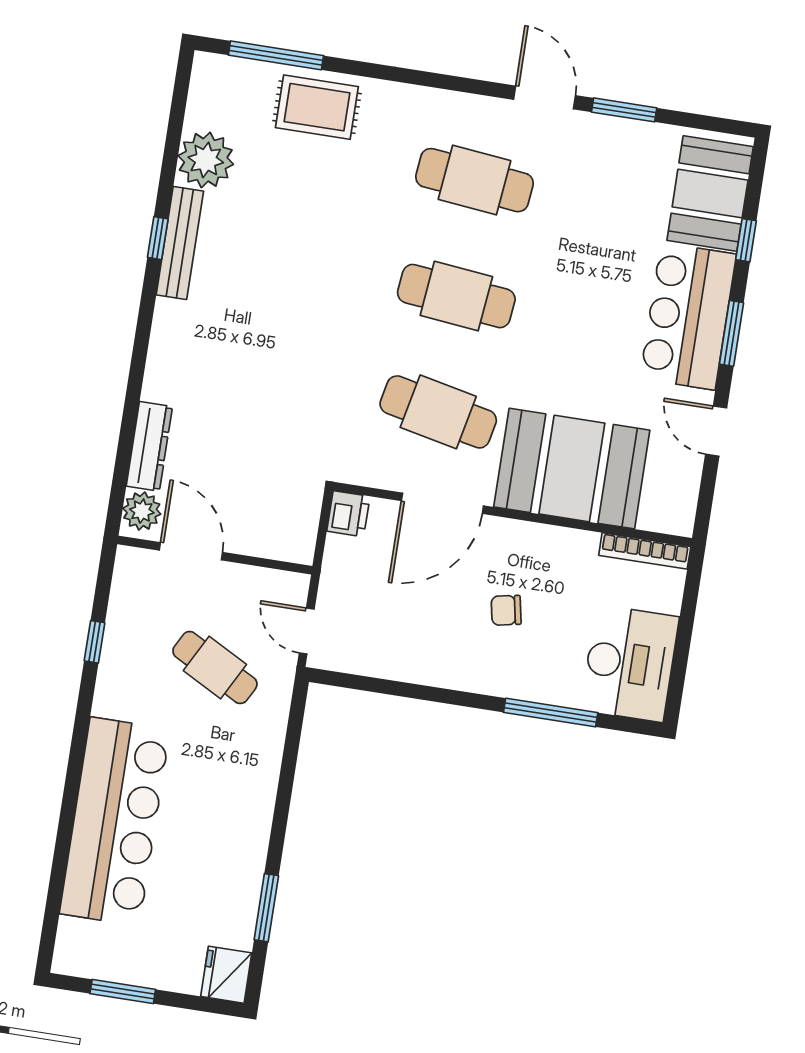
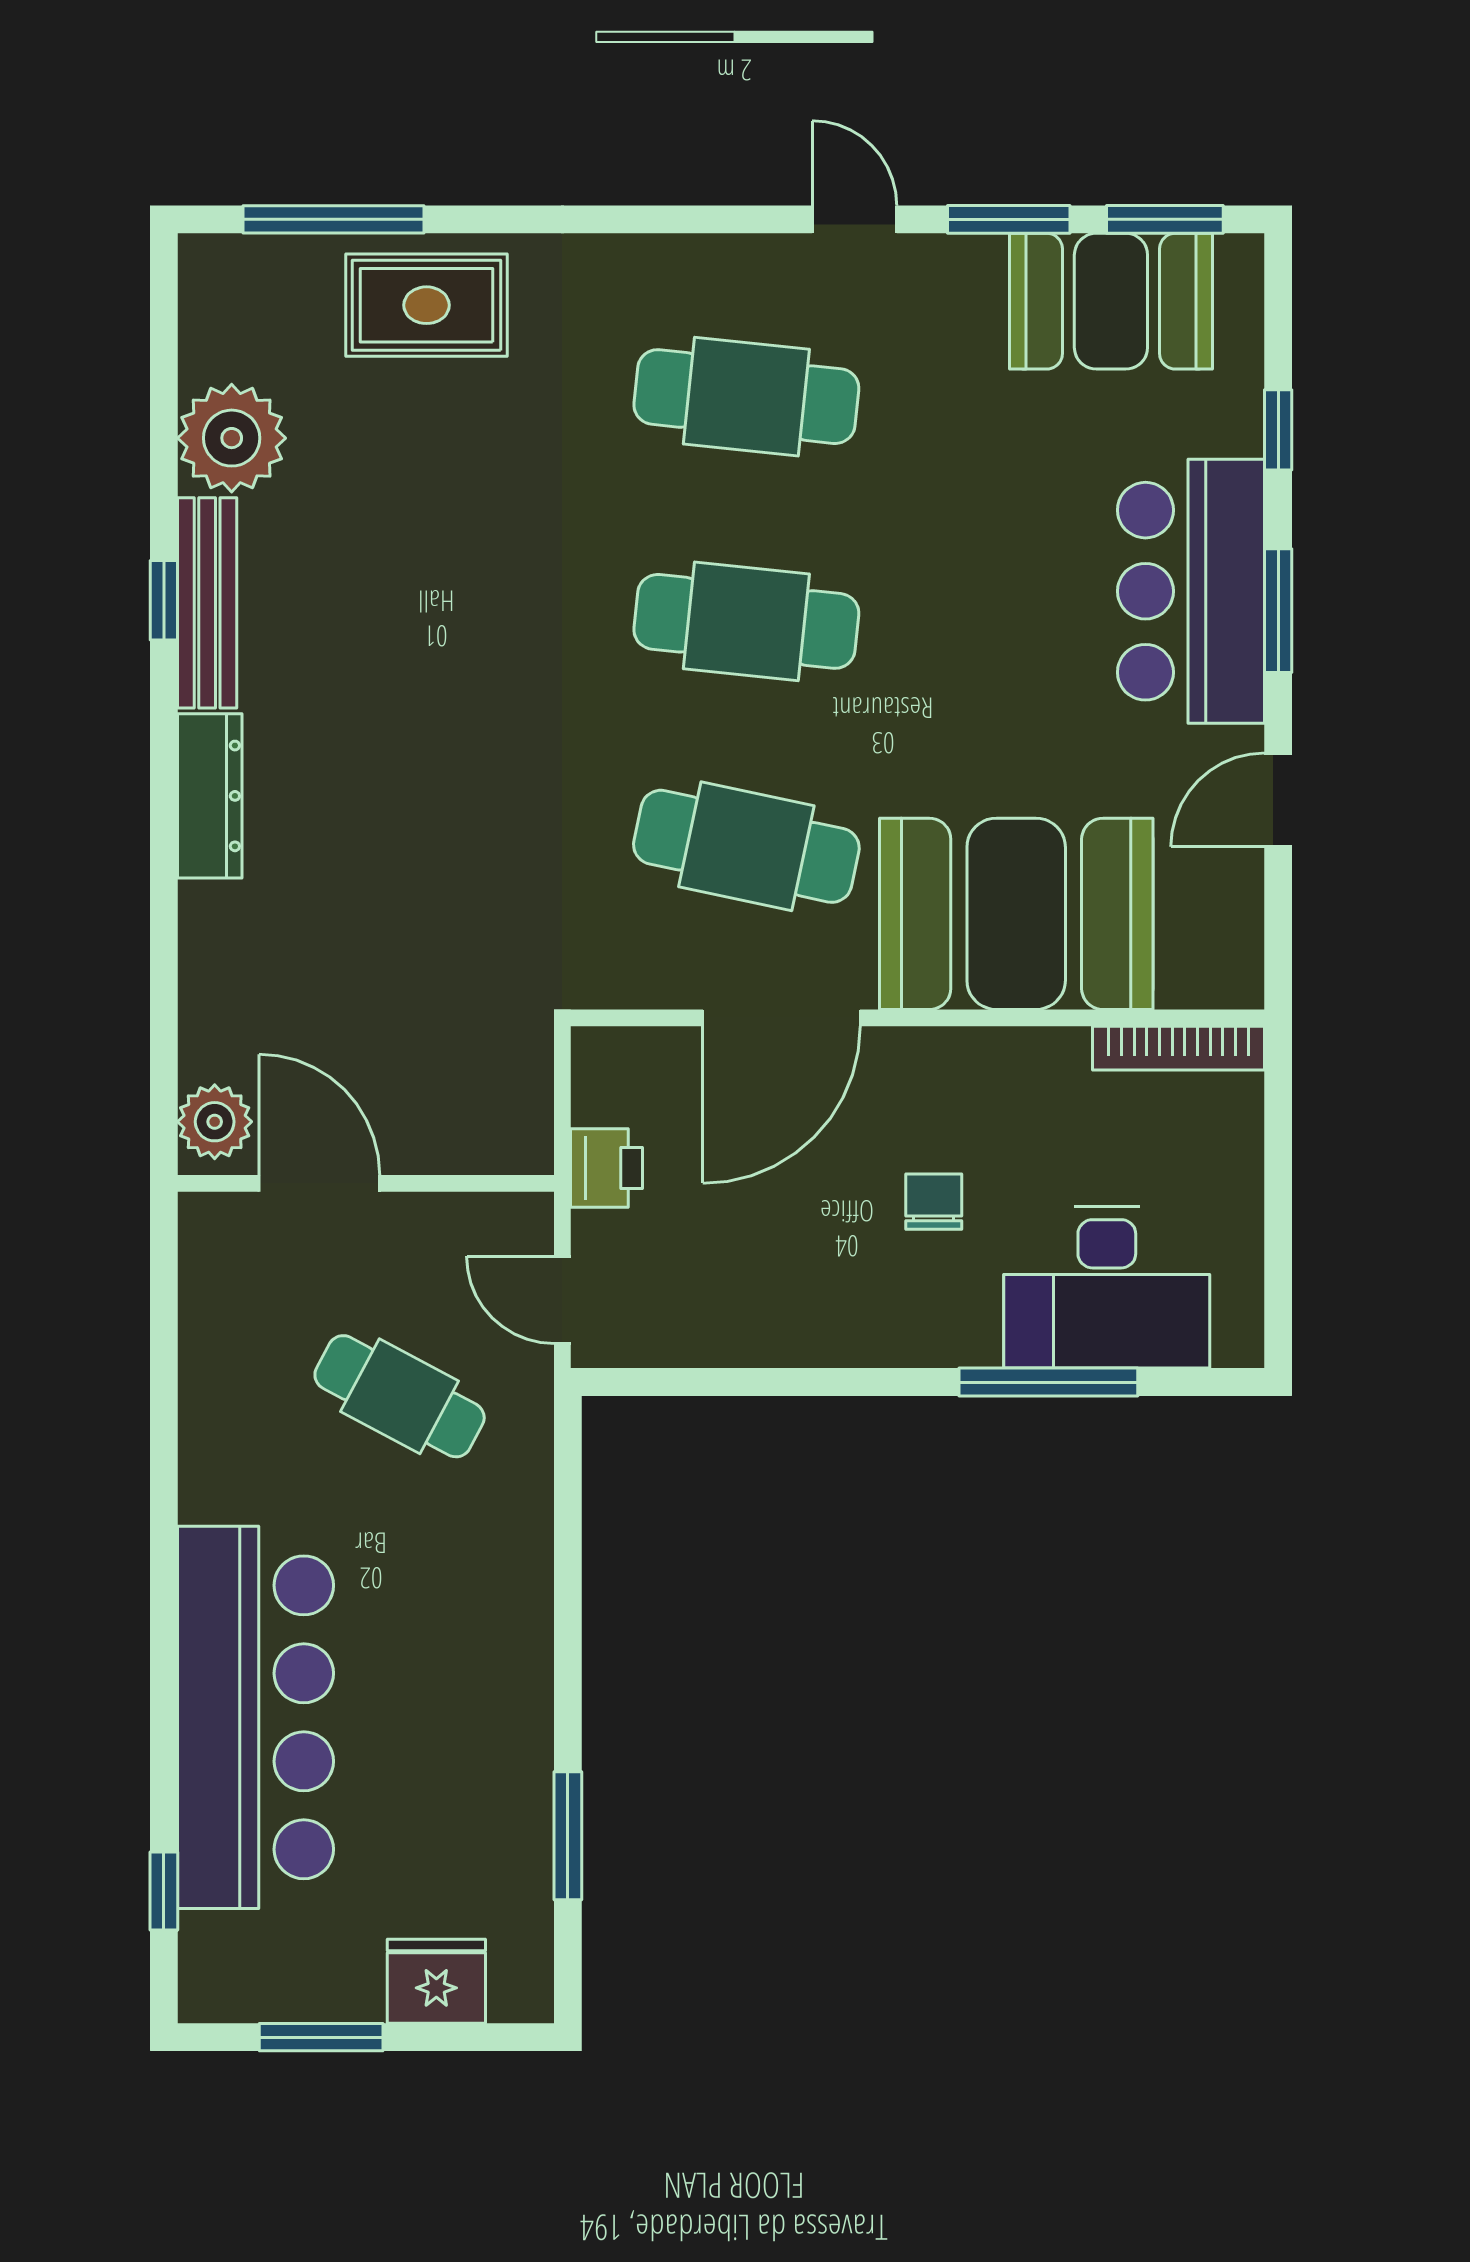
door: (545, 97) -> (854, 219), width x0.73
window: (705, 123) -> (1165, 219), added
booth: (710, 193) -> (1111, 301), moved, turned 90
door: (716, 431) -> (1278, 800), hinge flipped
dresser: (149, 446) -> (210, 796), moved
printer: (348, 514) -> (607, 1168), moved
chair: (506, 610) -> (934, 1202), turned 101
window: (94, 642) -> (164, 1891), moved
desk: (630, 663) -> (1107, 1287), moved, turned 90
fridge: (226, 975) -> (436, 1981), moved, turned 90

